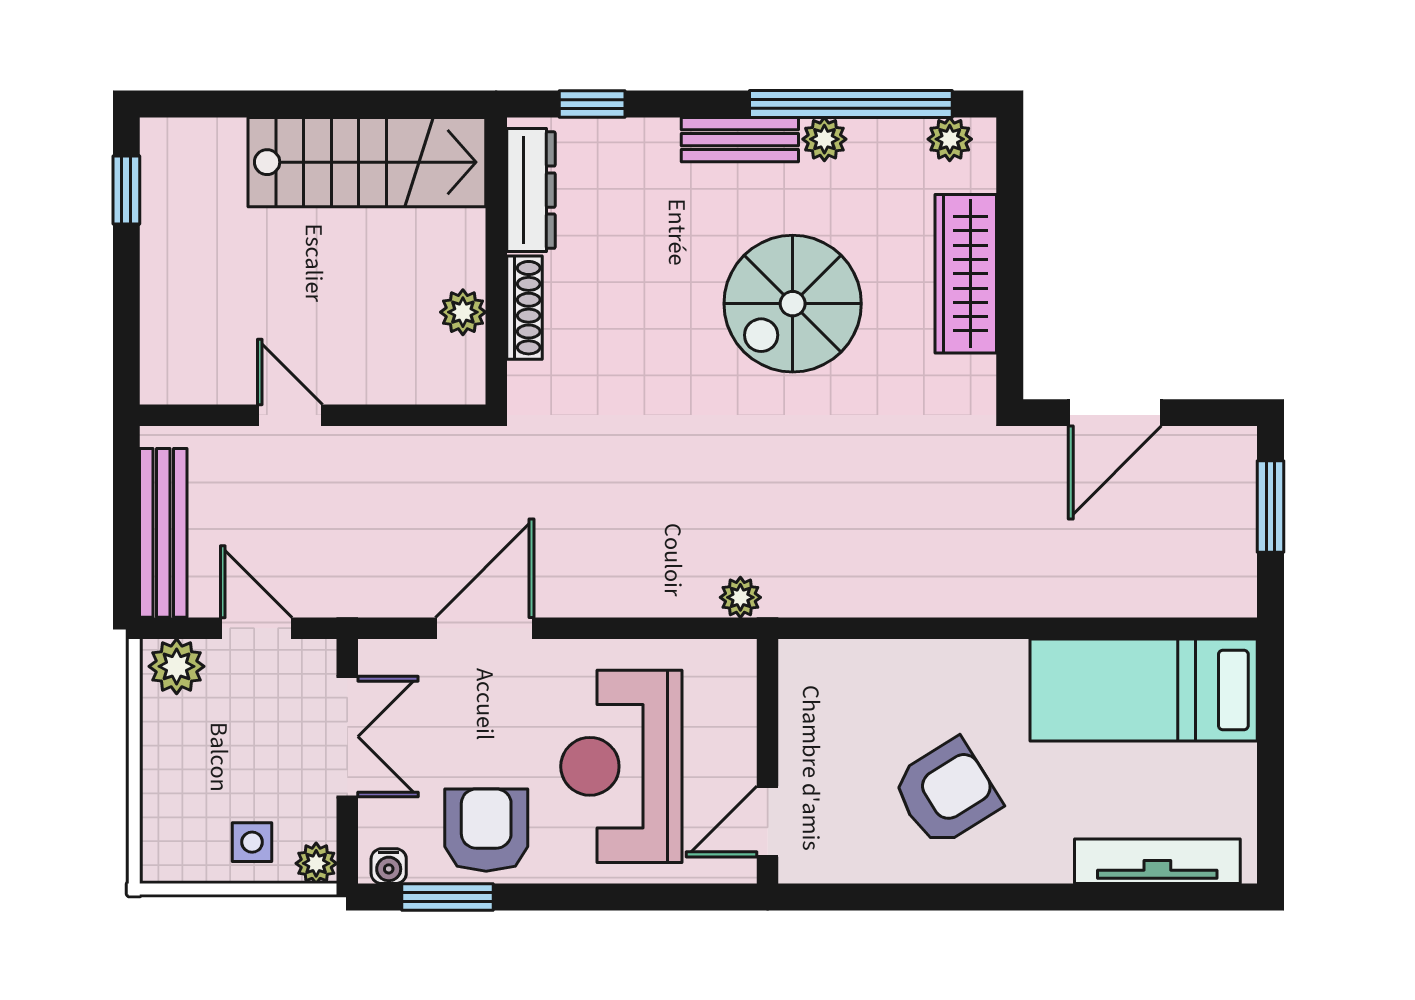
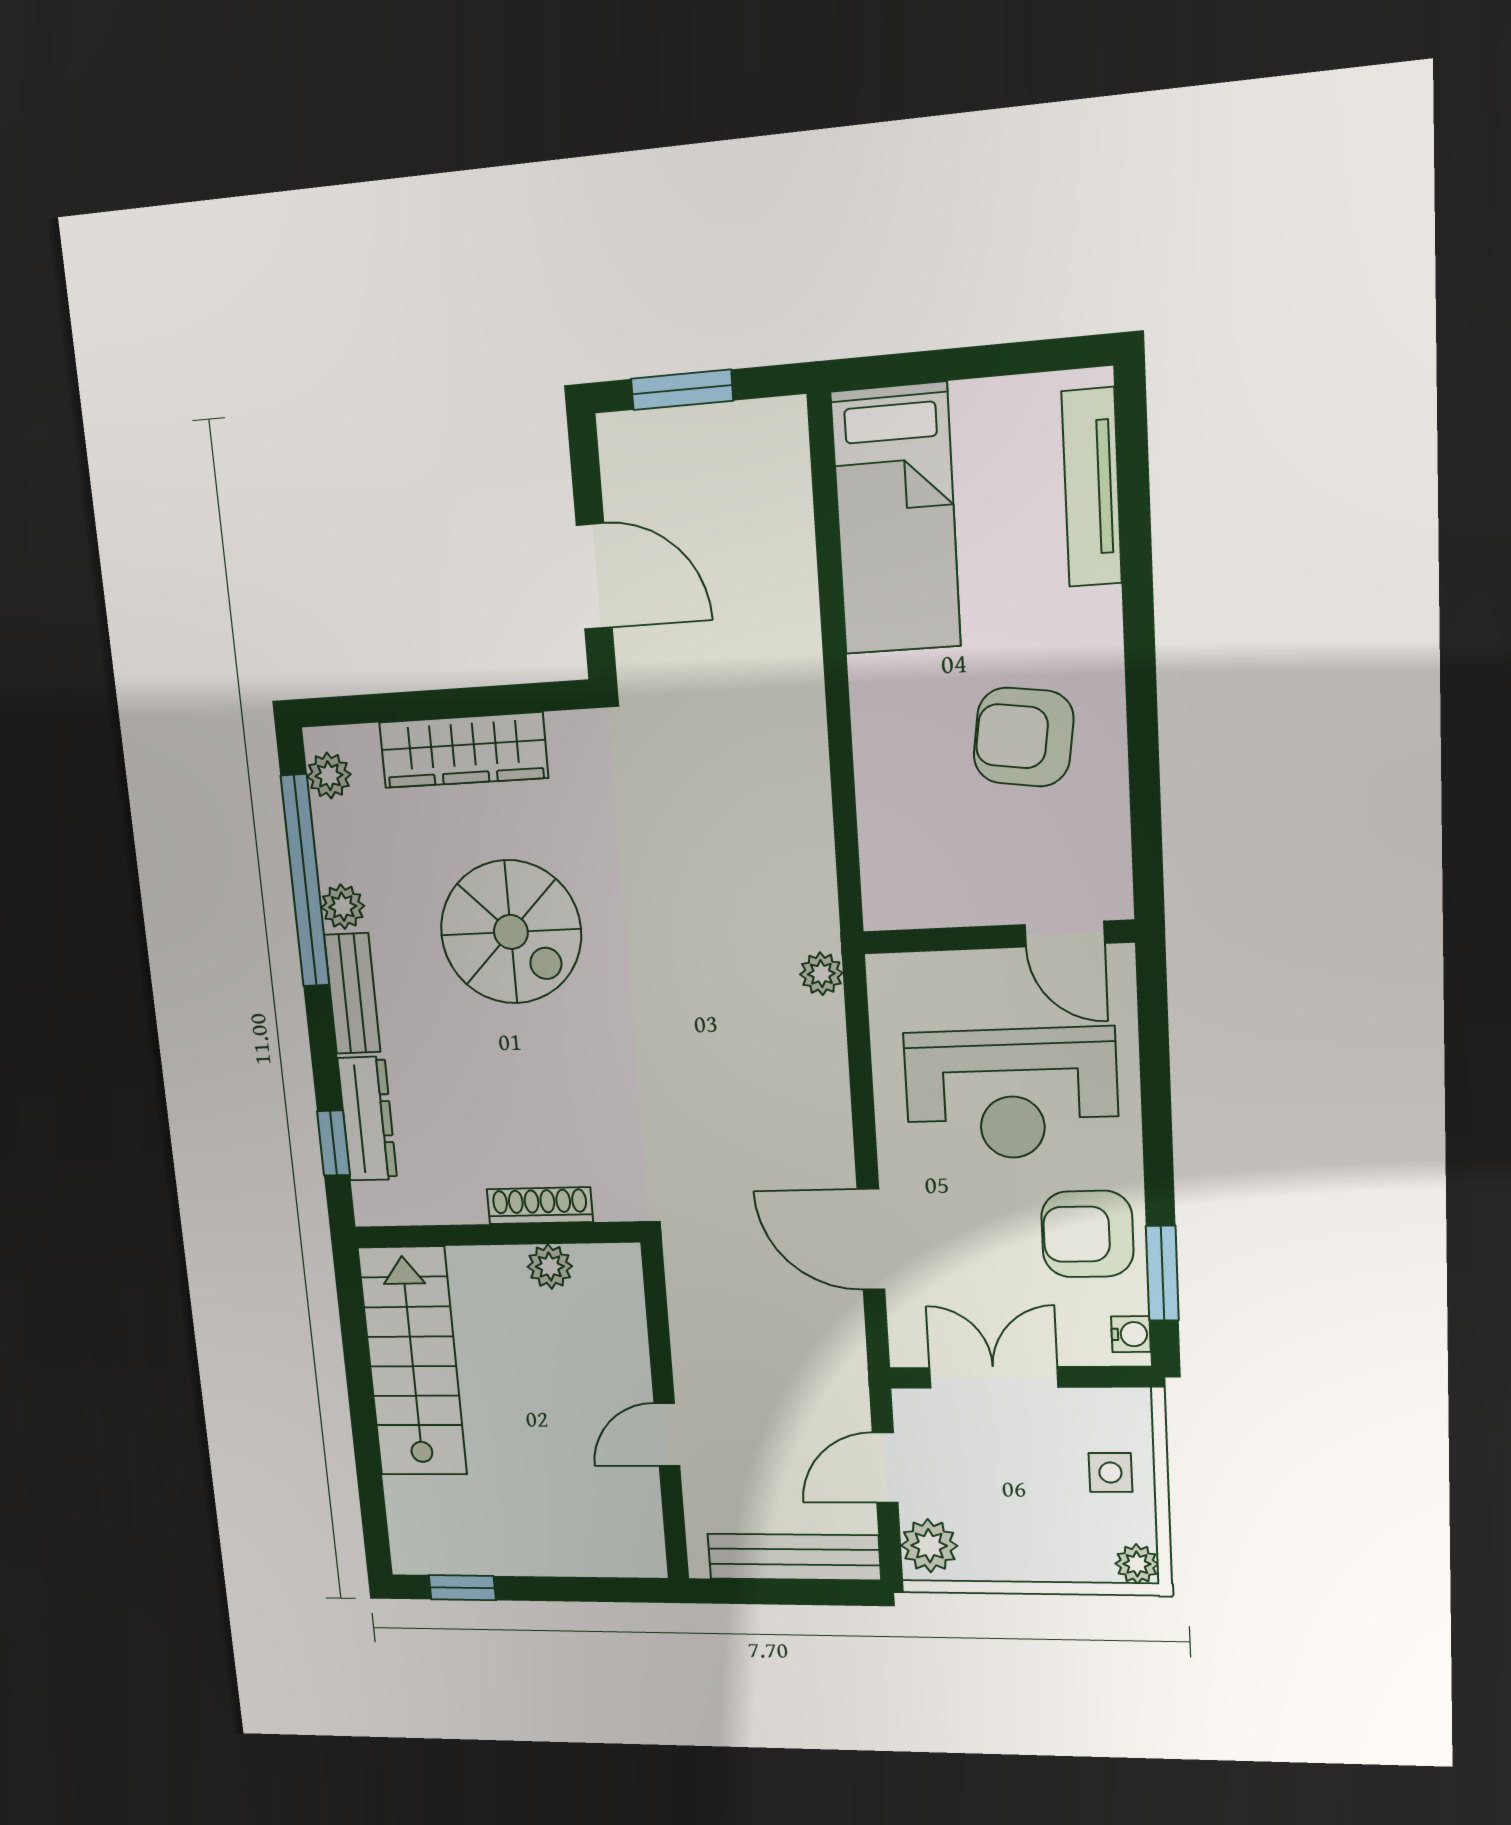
dresser: (531, 190) -> (367, 1119), moved, turned 90
armchair: (946, 793) -> (1023, 737), turned -50
plant: (316, 863) -> (1137, 1564), moved

